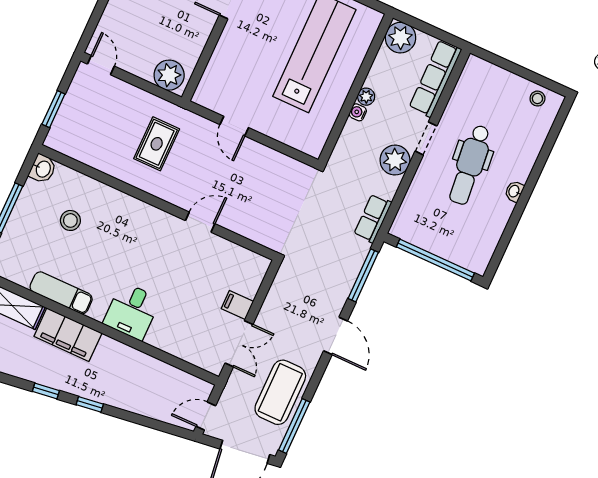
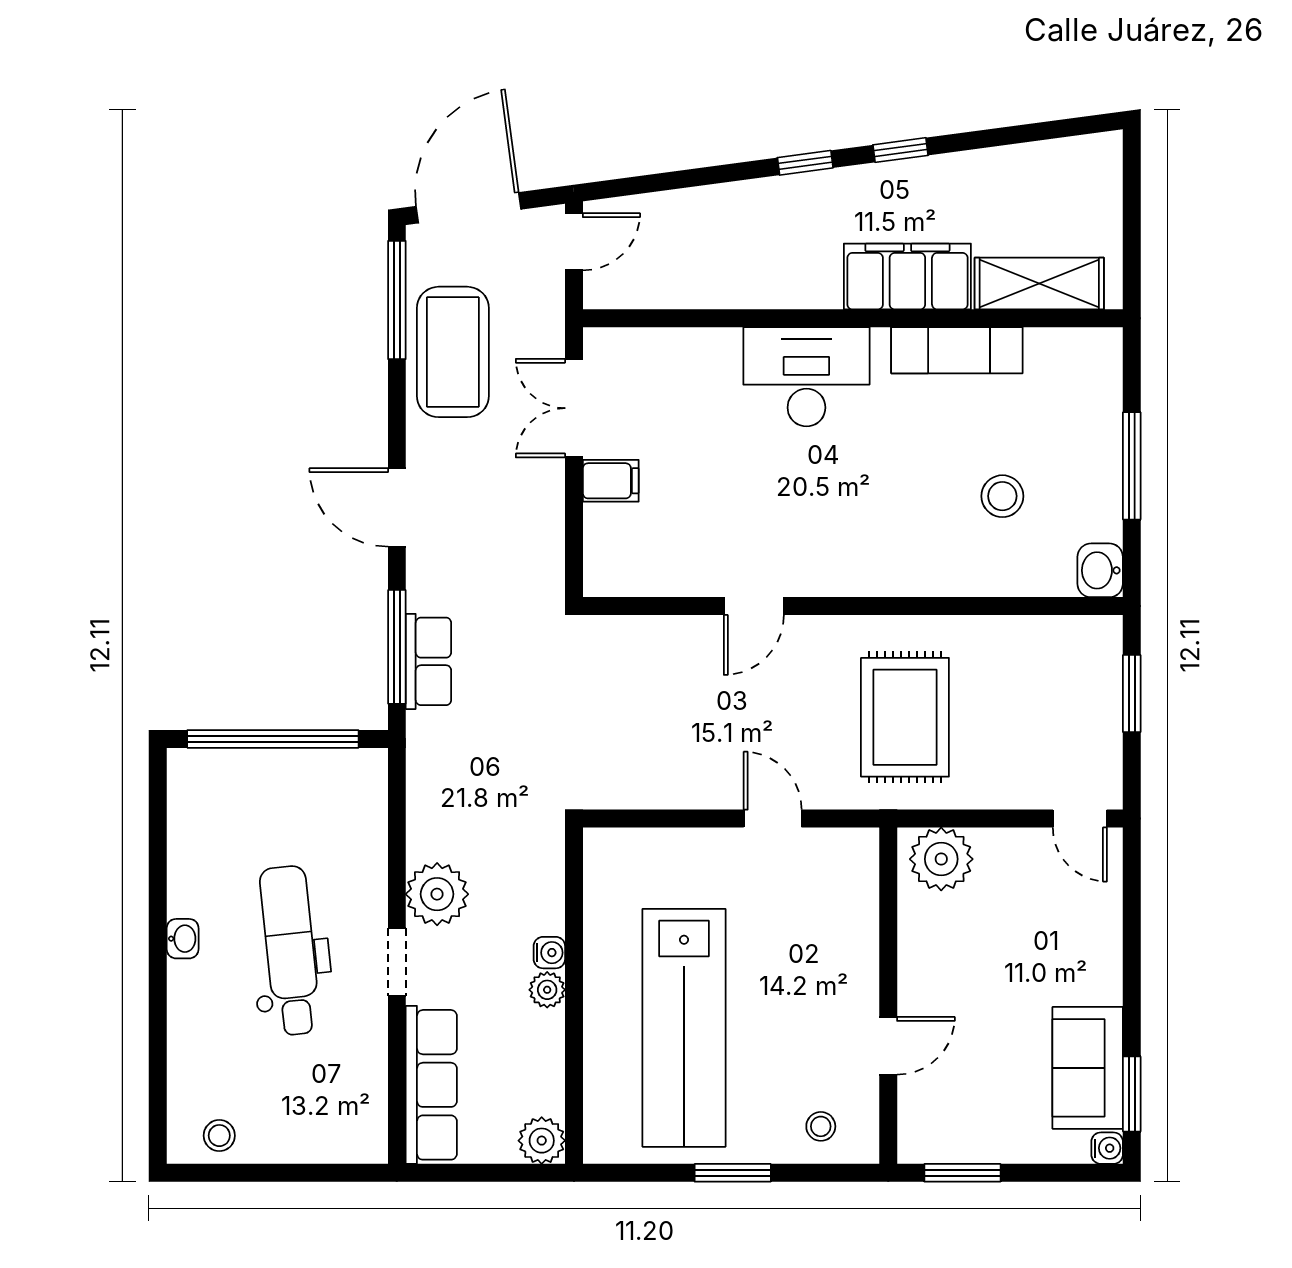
plant: (400, 38) -> (542, 1141), width x0.73, depth x0.73
rug: (157, 144) -> (905, 717), width x1.36, depth x1.43
row of seats: (373, 218) -> (428, 661), moved
desk: (132, 311) -> (806, 377), width x1.37

